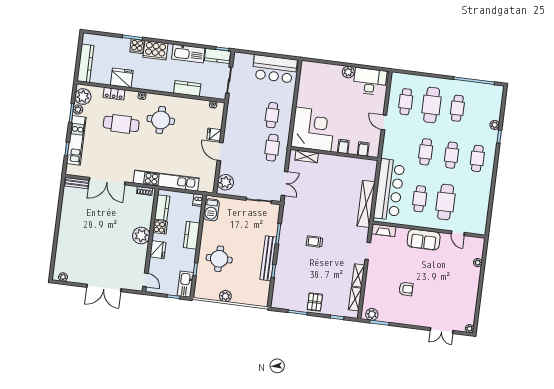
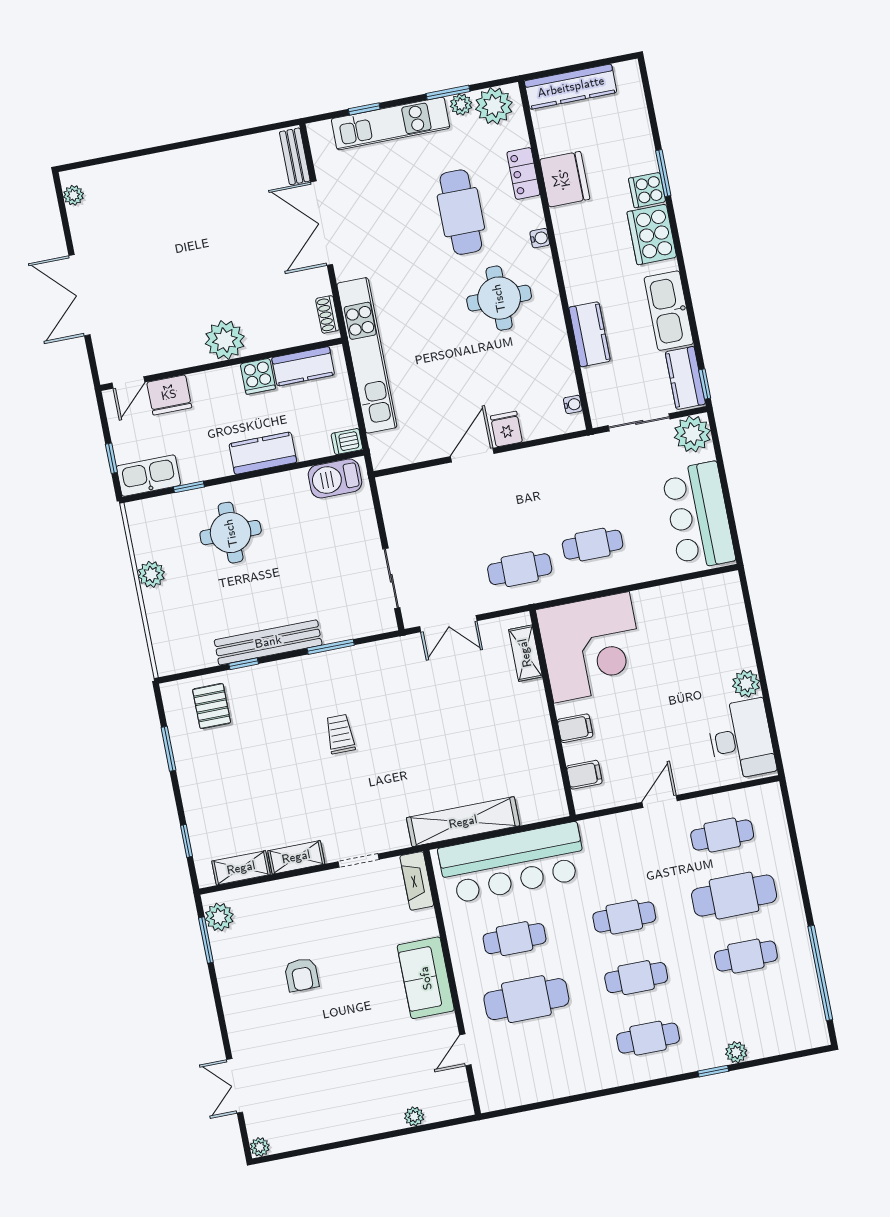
plant: (225, 182) -> (692, 434), moved
fridge: (158, 250) -> (169, 395), moved
pallet: (315, 302) -> (212, 706), moved, turned 90

